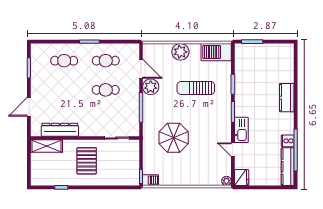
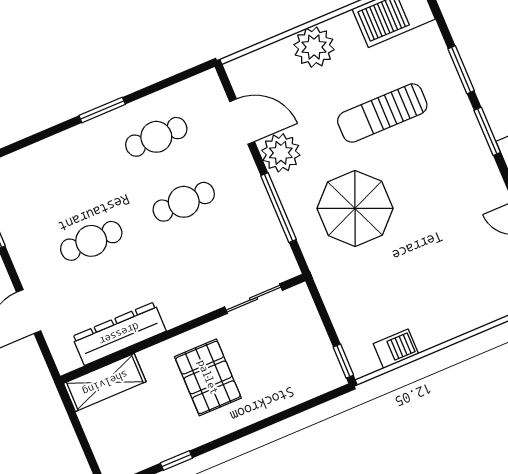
cafe table: (64, 61) -> (91, 241), moved
parasol: (174, 138) -> (355, 208), moved
barbecue: (151, 180) -> (396, 349), moved

